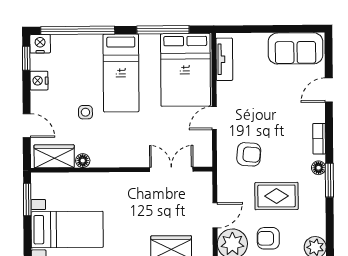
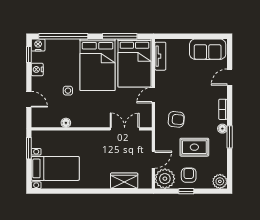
bed: (121, 73) -> (98, 65), width x1.50
wardrobe: (54, 156) -> (47, 120), removed
armchair: (268, 238) -> (189, 175), turned 90

